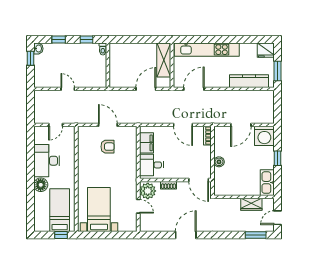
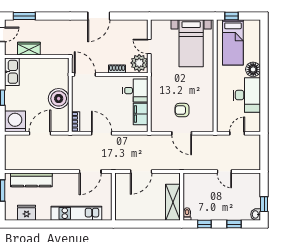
kitchen unit: (207, 50) -> (76, 213), width x0.73
fridge: (266, 50) -> (27, 213), moved
shelving: (164, 60) -> (173, 202), moved
boiler: (219, 162) -> (59, 99), width x1.86, depth x1.86

